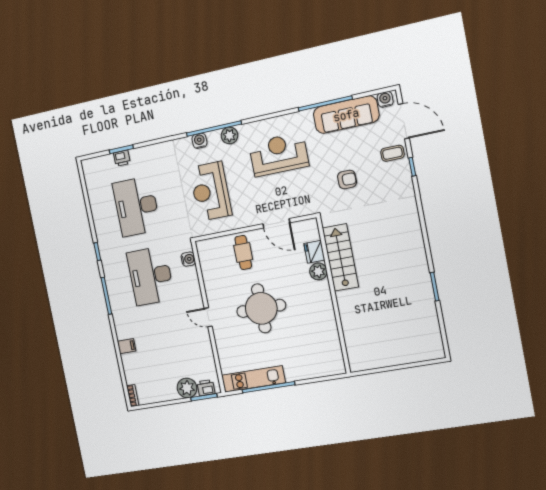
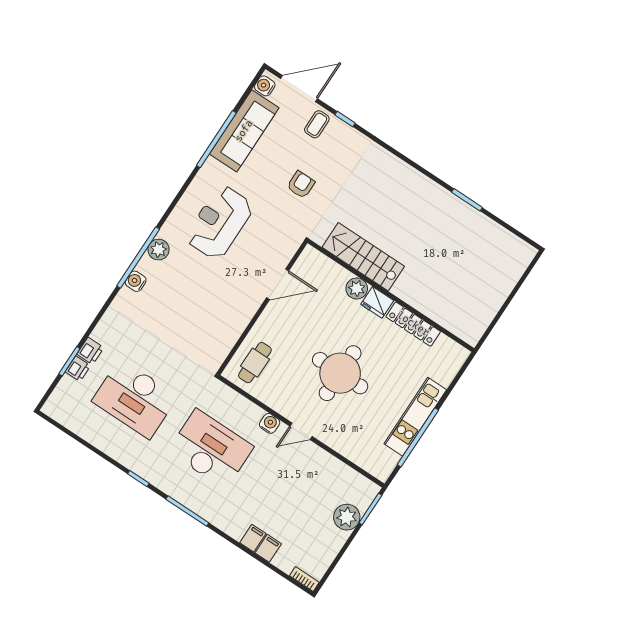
reception desk: (210, 191) -> (190, 316), removed
cafe table: (243, 252) -> (255, 363), moved, turned 90
fridge: (314, 252) -> (377, 302), moved
water cooler: (188, 259) -> (270, 423), moved
desk: (151, 276) -> (211, 449), turned 180
locker: (330, 324) -> (413, 324), added
filing cabinet: (130, 360) -> (268, 548), added
kitchen unit: (253, 379) -> (415, 417), moved
printer: (206, 388) -> (90, 351), moved, turned 180

